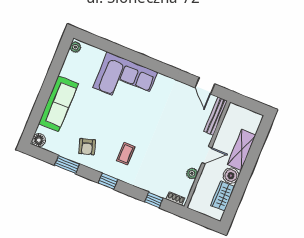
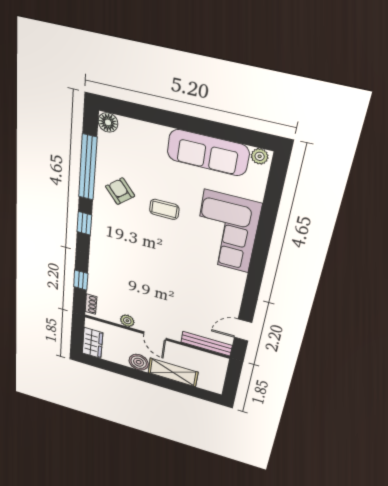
sofa: (58, 104) -> (208, 153), moved
armchair: (87, 147) -> (120, 191), turned 67
coffee table: (126, 154) -> (164, 209), moved
window: (67, 165) -> (88, 167), width x2.11
wardrobe: (223, 196) -> (92, 343), moved, turned 90

